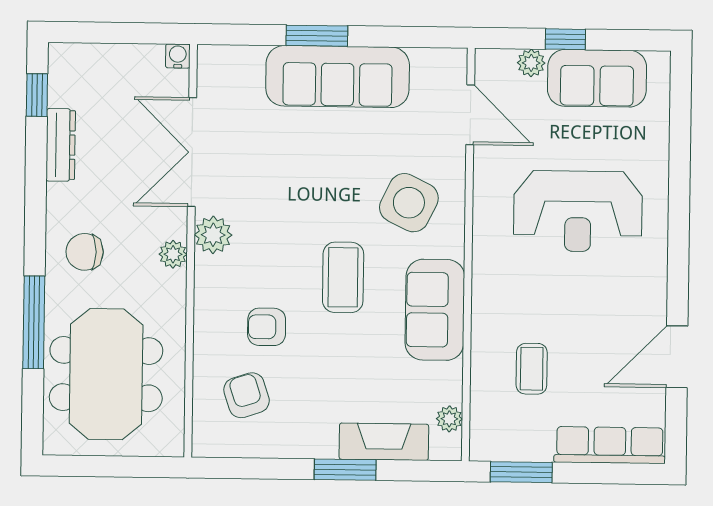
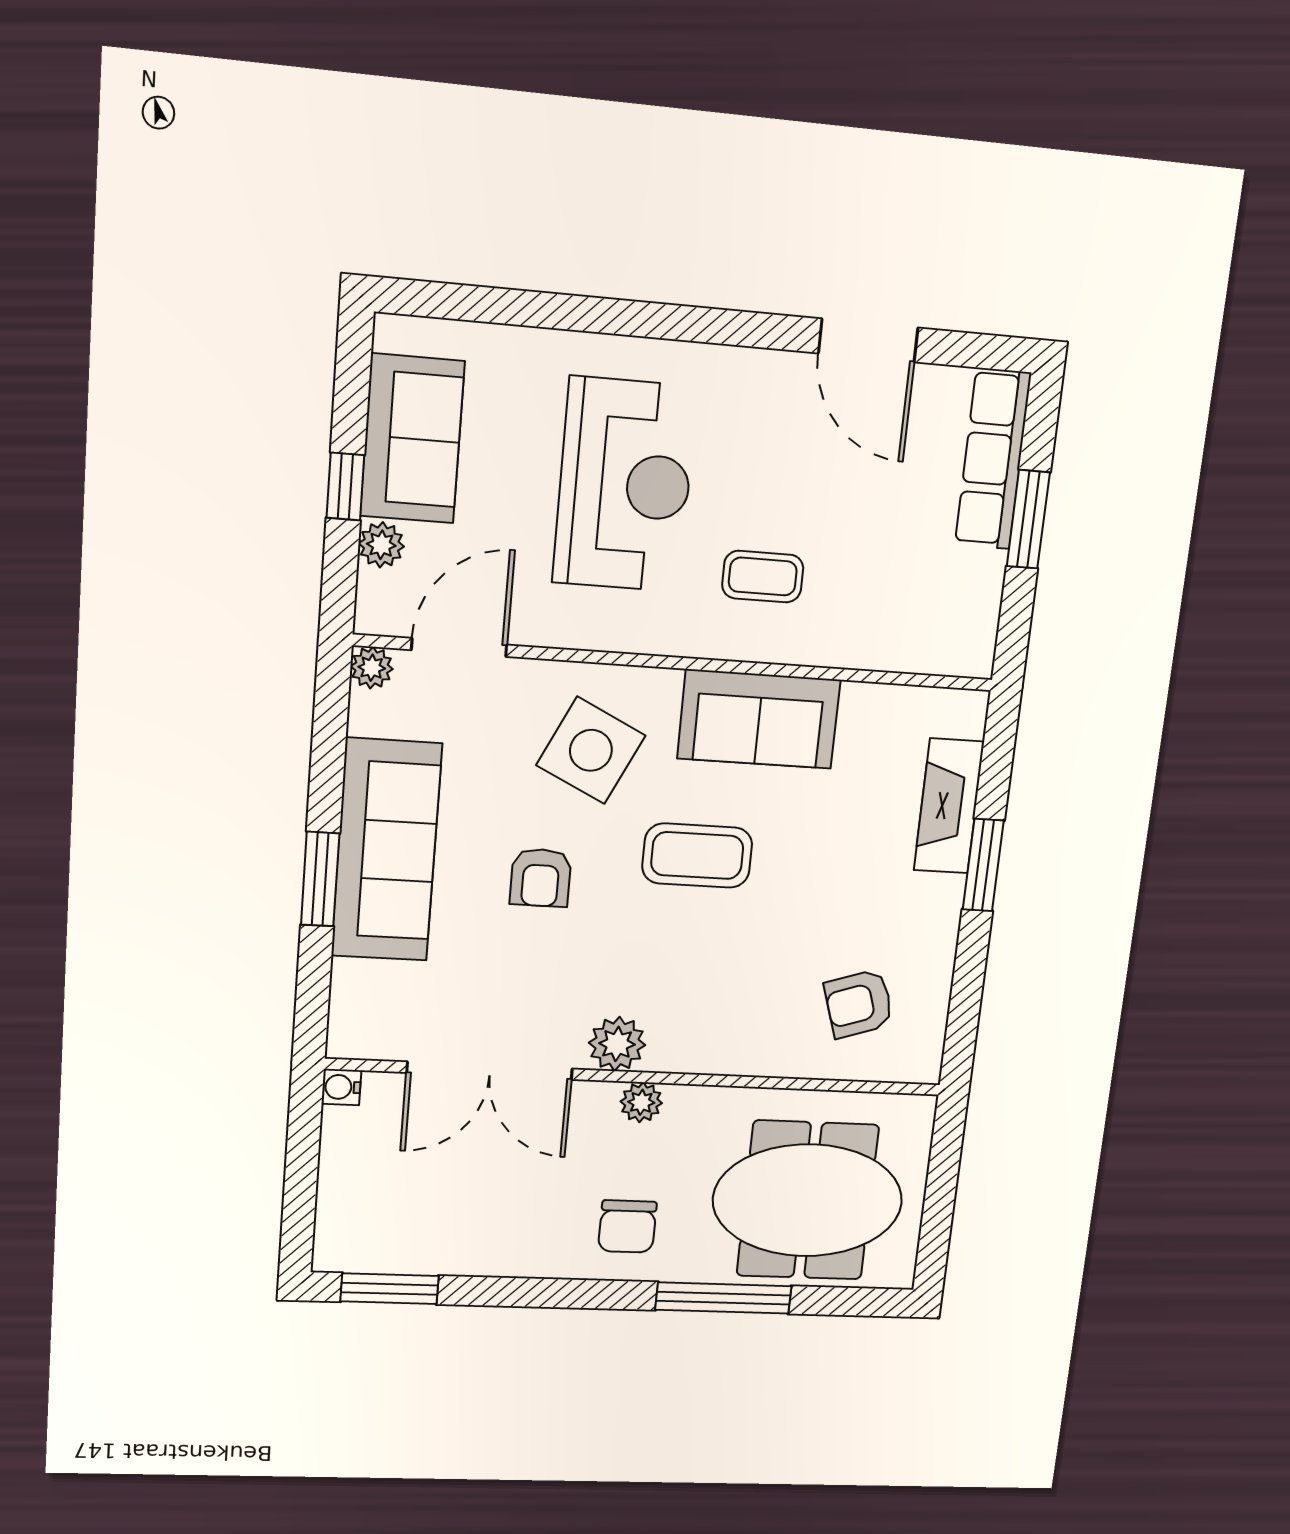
window: (37, 95) -> (390, 1289), width x1.50
dresser: (61, 145) -> (466, 1257), removed
armchair: (267, 327) -> (541, 878), moved
coffee table: (532, 369) -> (763, 577), moved
plant: (449, 419) -> (372, 668), moved
window: (521, 472) -> (1028, 519), moved

